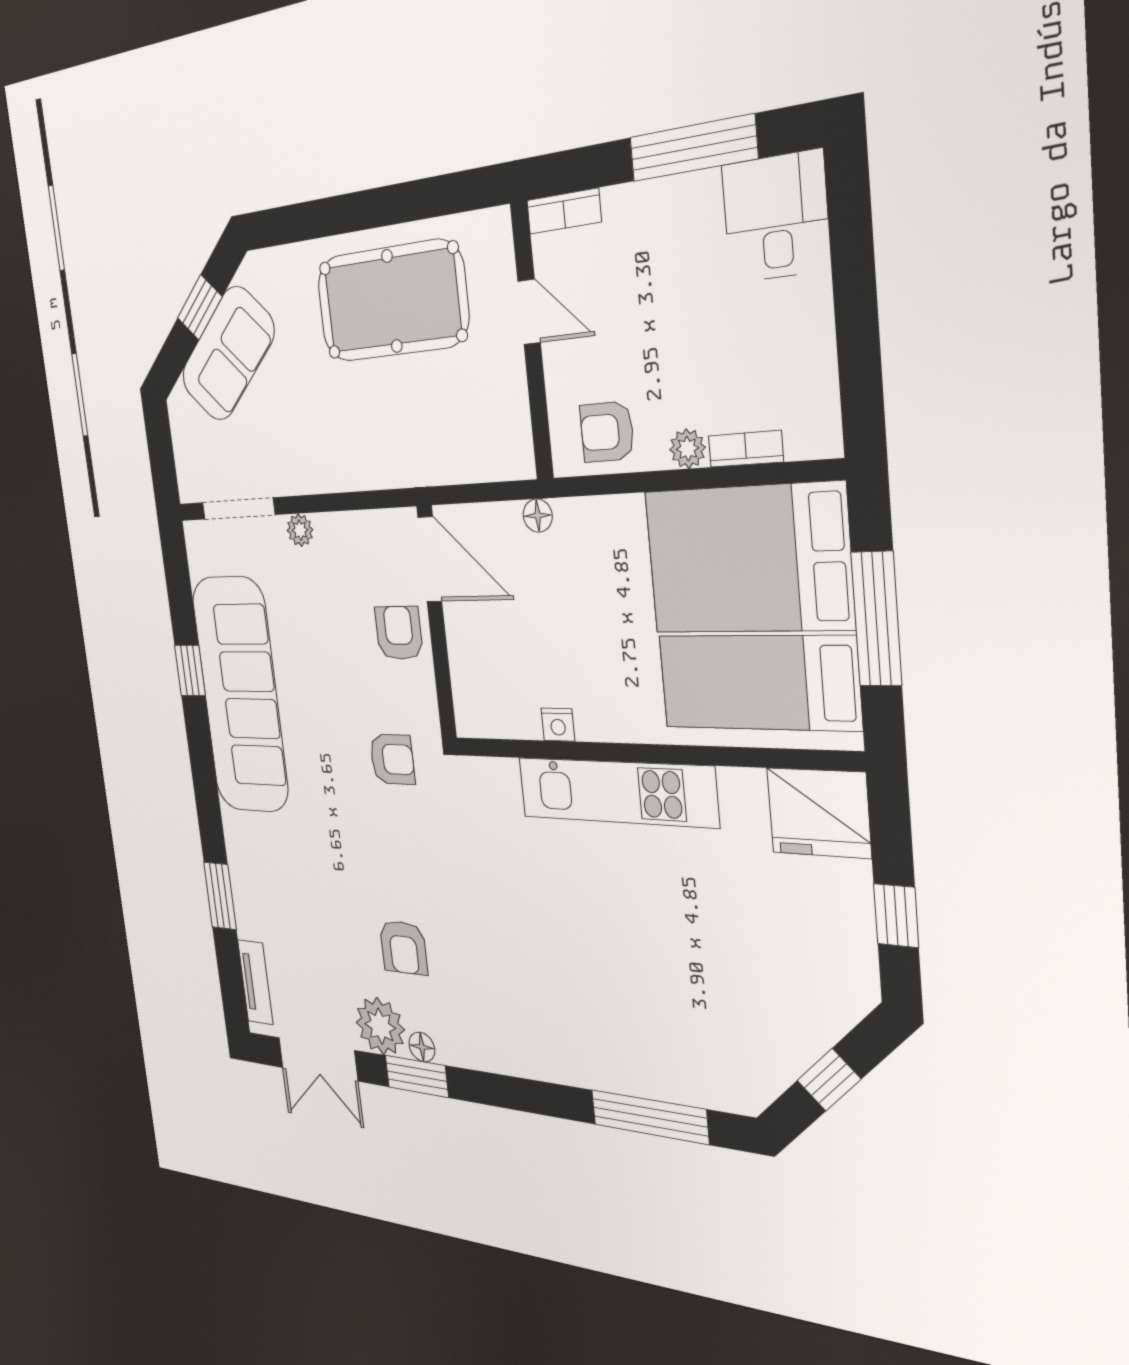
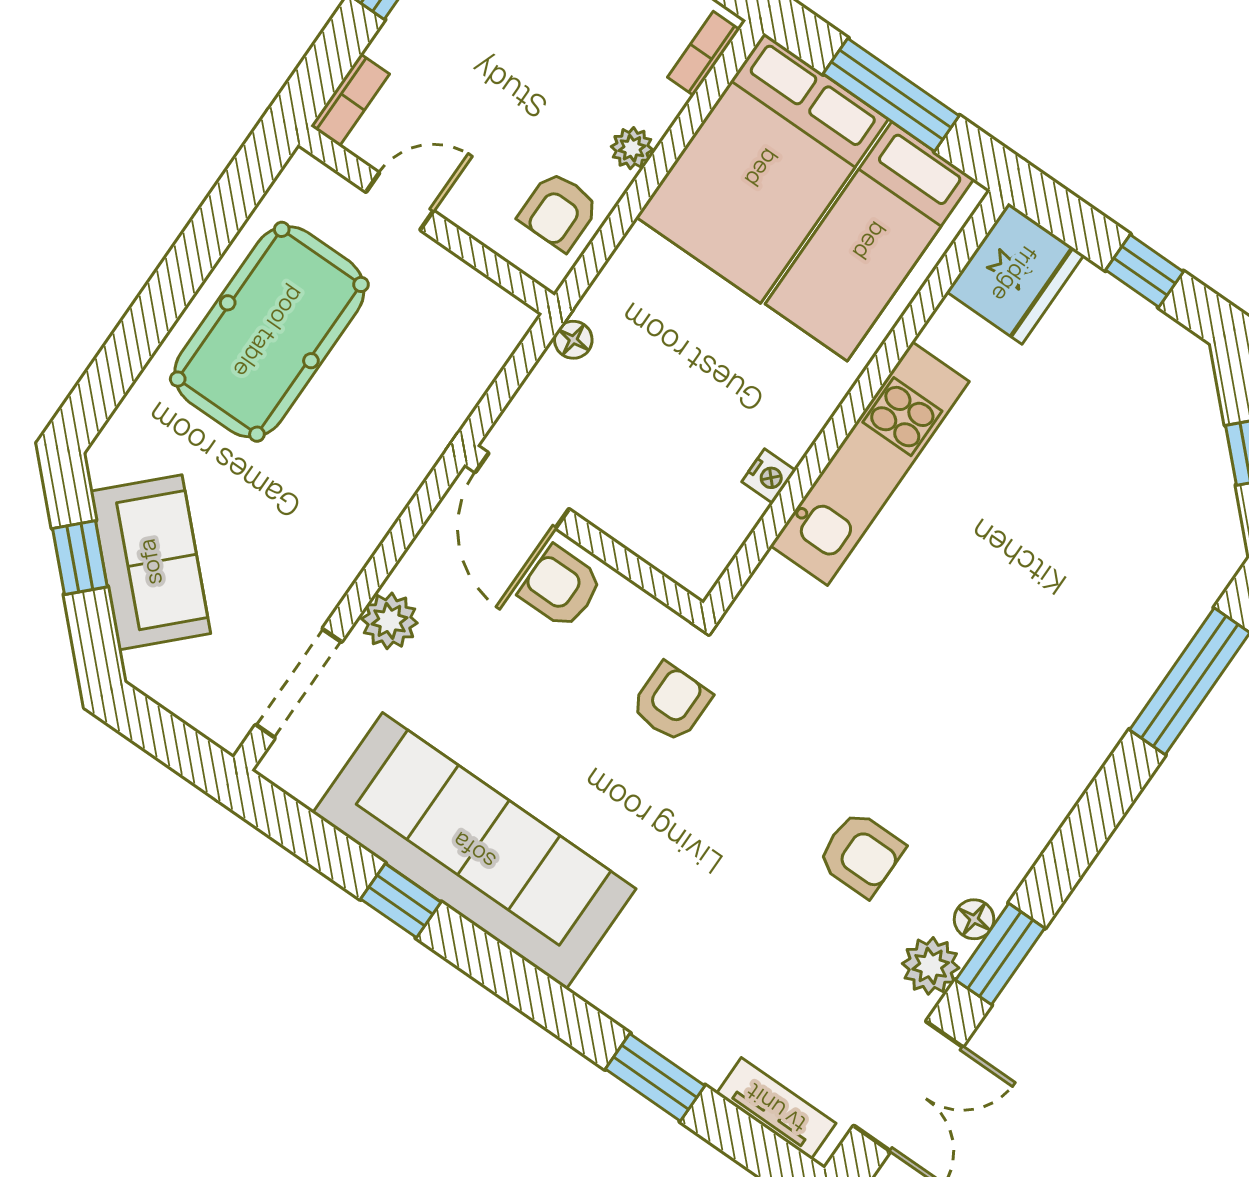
bookcase: (746, 449) -> (704, 54), moved
plant: (300, 530) -> (389, 621), width x1.38, depth x1.38
door: (430, 559) -> (522, 491), swing flipped
plant: (380, 1026) -> (931, 966), width x0.73, depth x0.73

